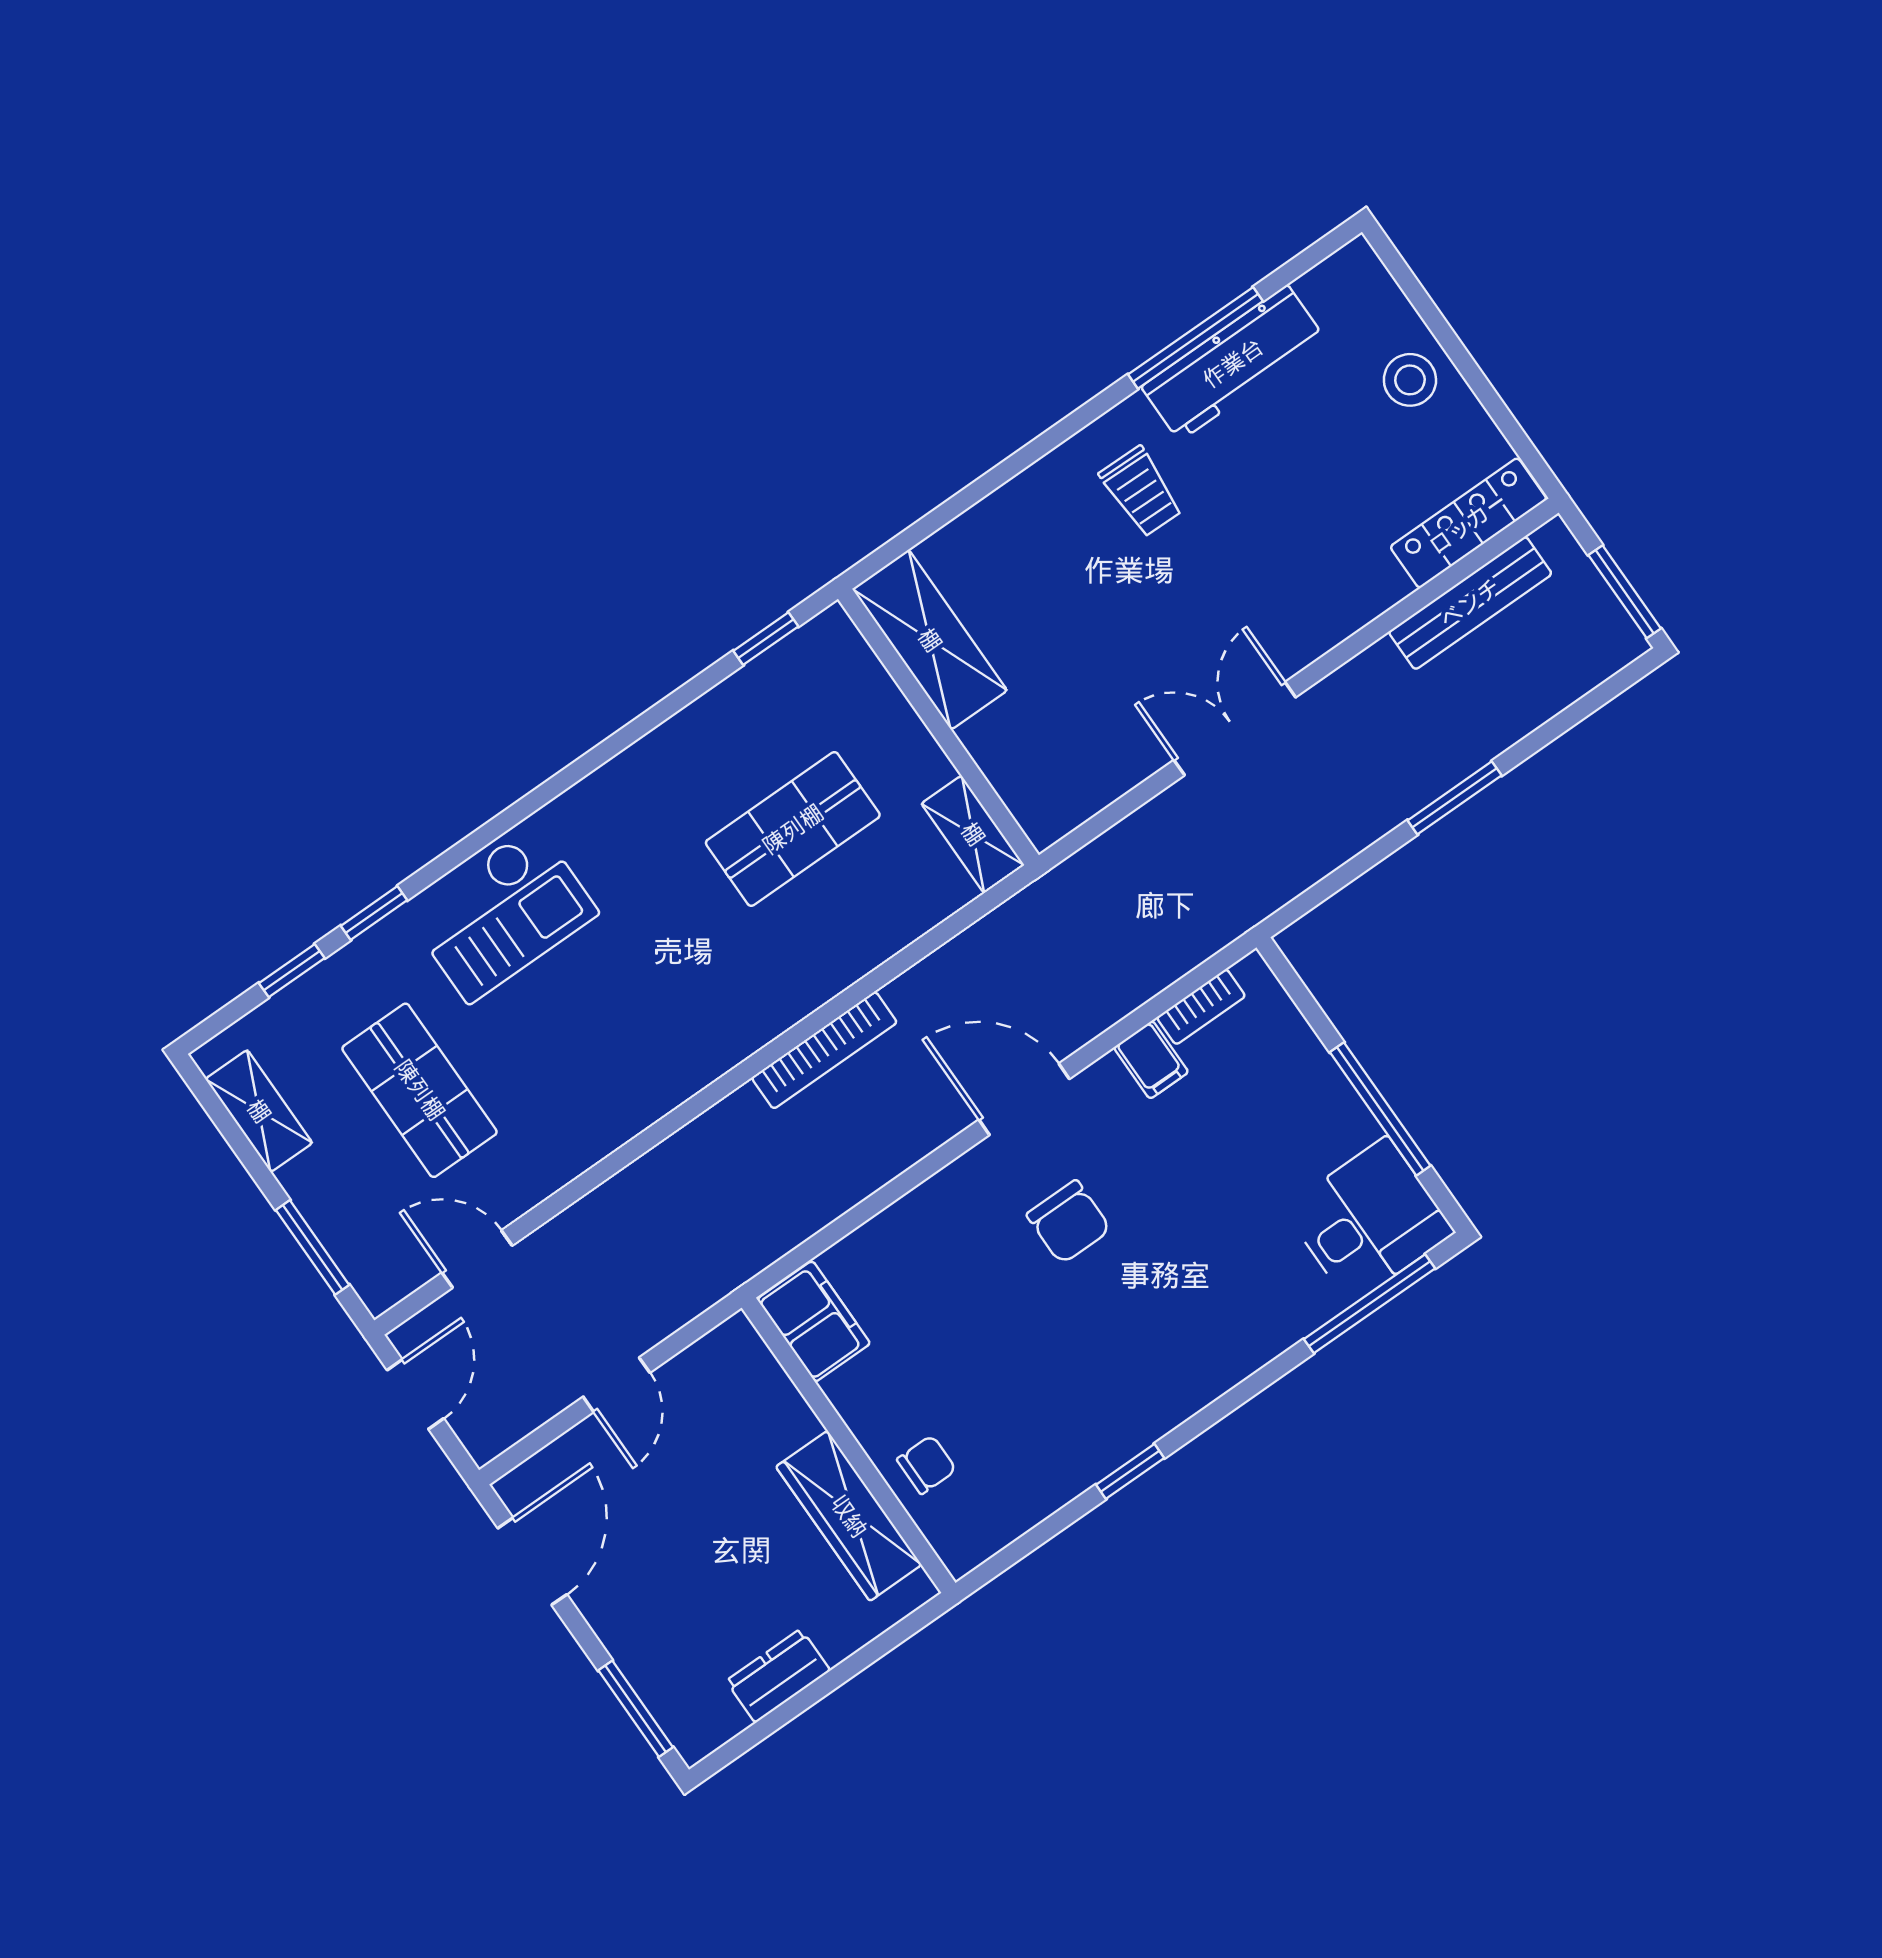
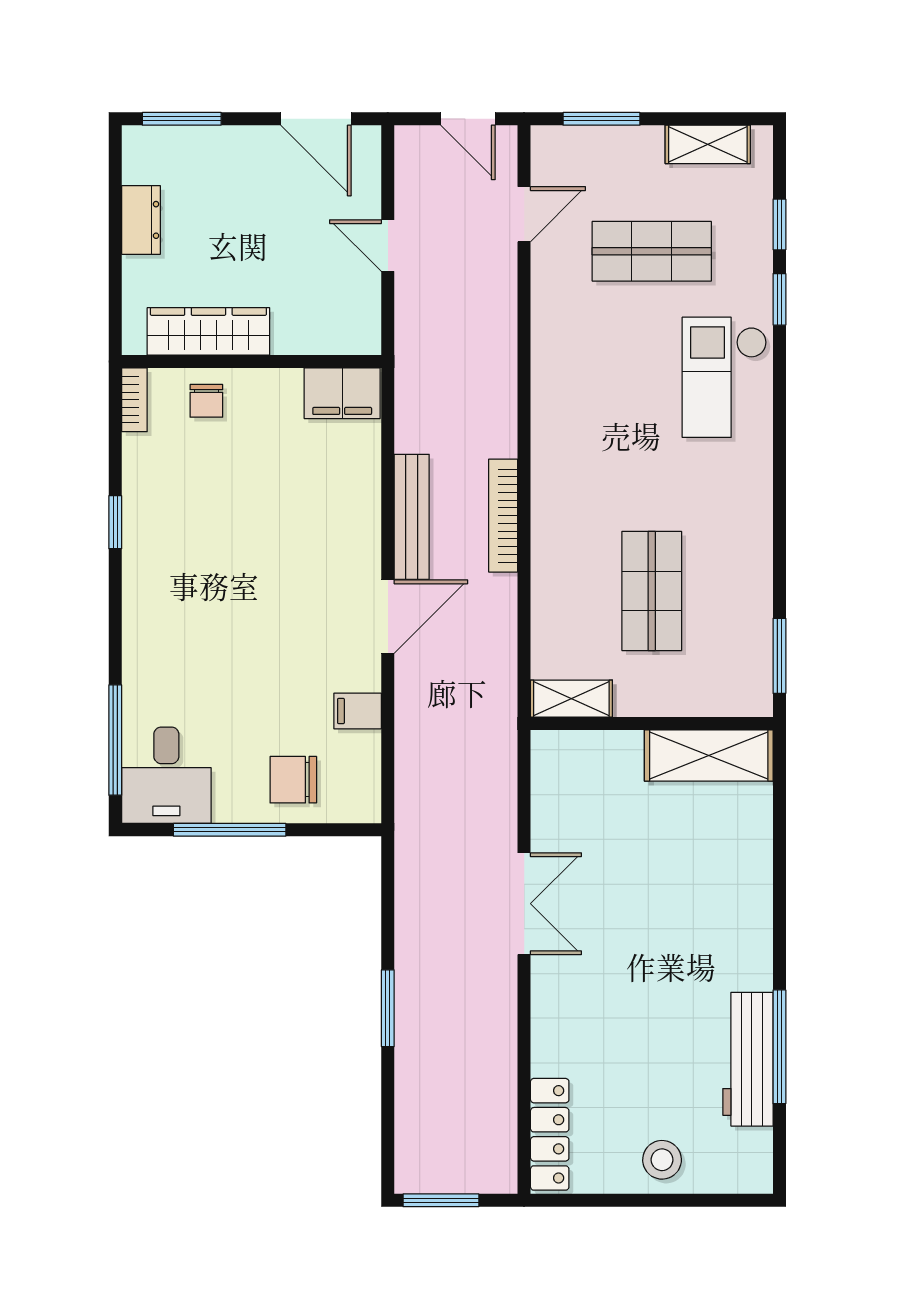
trolley: (1141, 492) -> (709, 948), removed
bench: (1470, 603) -> (412, 517), moved
window: (766, 639) -> (779, 656), width x1.50
bookcase: (1201, 1007) -> (134, 400), moved, turned 180
chair: (1069, 1222) -> (293, 780), moved

